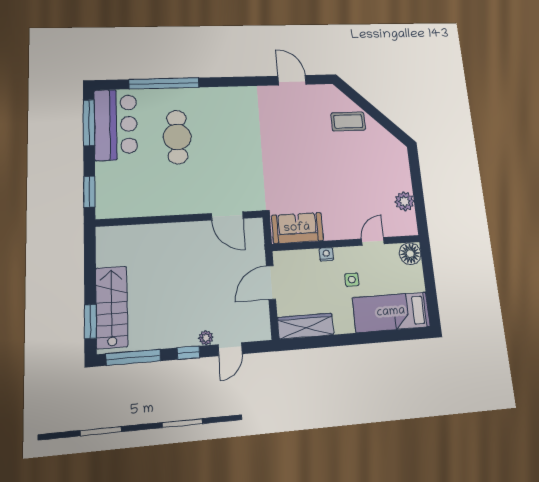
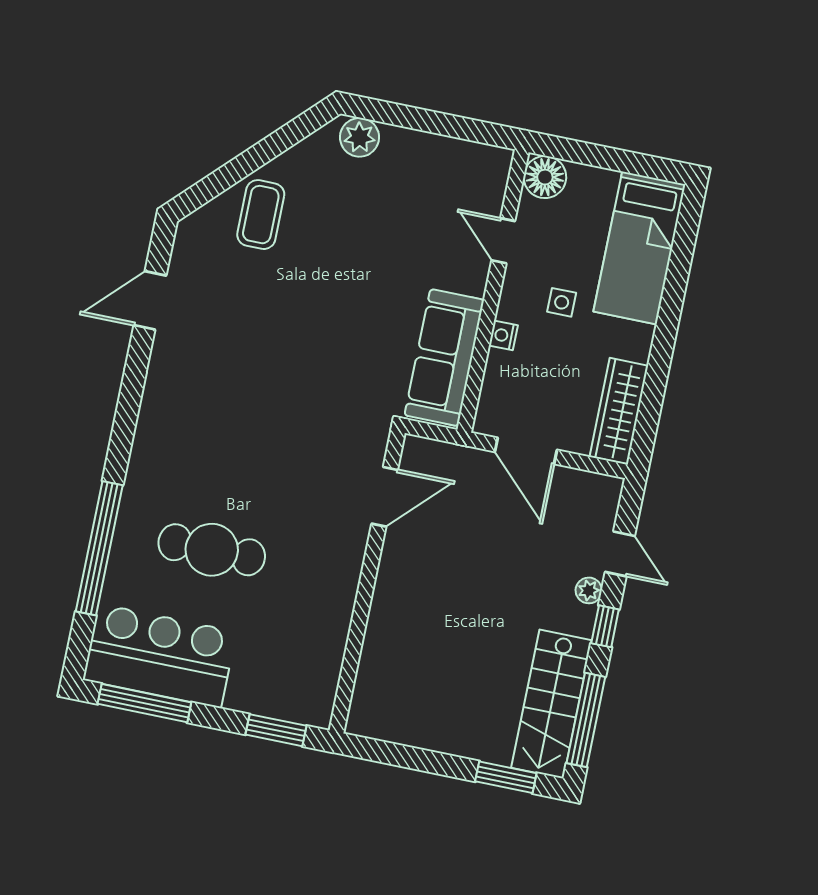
plant: (404, 201) -> (360, 137), moved
sofa: (297, 228) -> (444, 358), width x1.36
stairs: (112, 307) -> (551, 704), moved, turned -90

